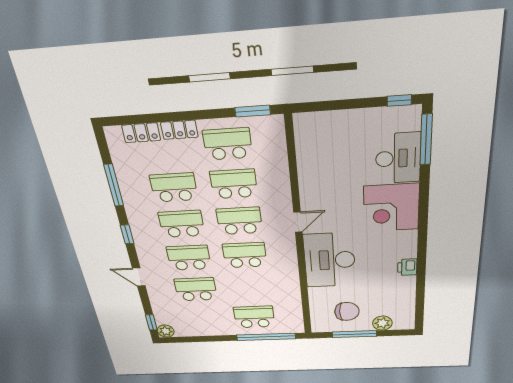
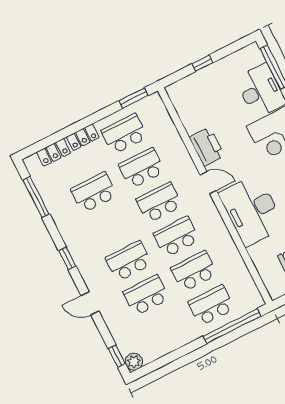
window: (399, 101) -> (202, 63), moved
window: (114, 185) -> (36, 197), moved
printer: (312, 190) -> (207, 147), added
door: (298, 222) -> (208, 183), hinge flipped
school desk: (182, 224) -> (194, 271), moved

